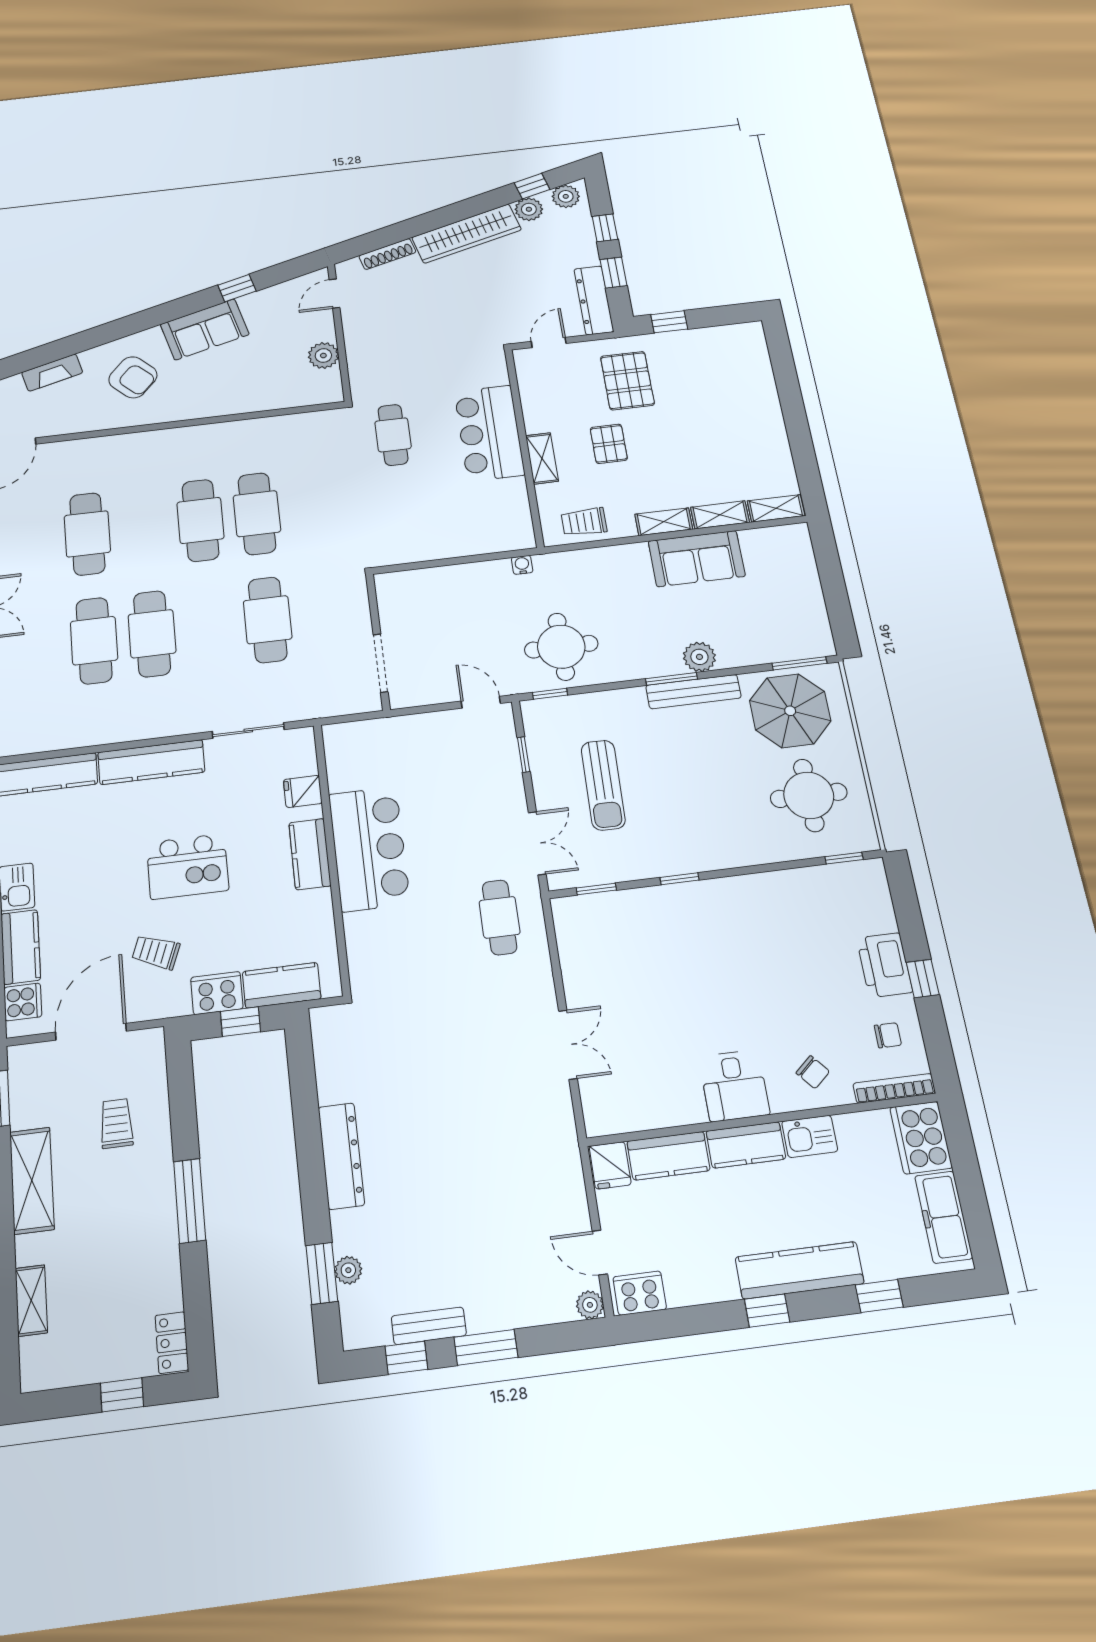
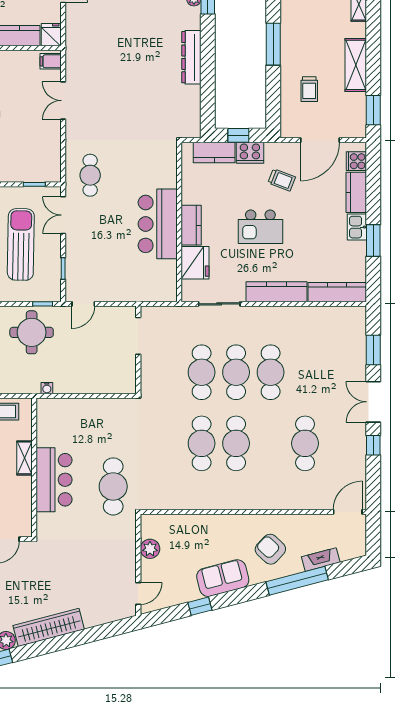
shoe rack: (387, 254) -> (101, 619), removed
window: (88, 340) -> (297, 581), added
cafe table: (393, 435) -> (113, 486), width x1.37, depth x1.35
cafe table: (94, 641) -> (236, 372), moved
door: (481, 702) -> (83, 304), hinge flipped
sun lounger: (603, 785) -> (21, 244), width x1.36, depth x1.34
fridge: (303, 791) -> (195, 263), width x1.88, depth x1.34
kitchen island: (188, 866) -> (260, 227), turned 180
filing cabinet: (602, 1115) -> (51, 61), added

